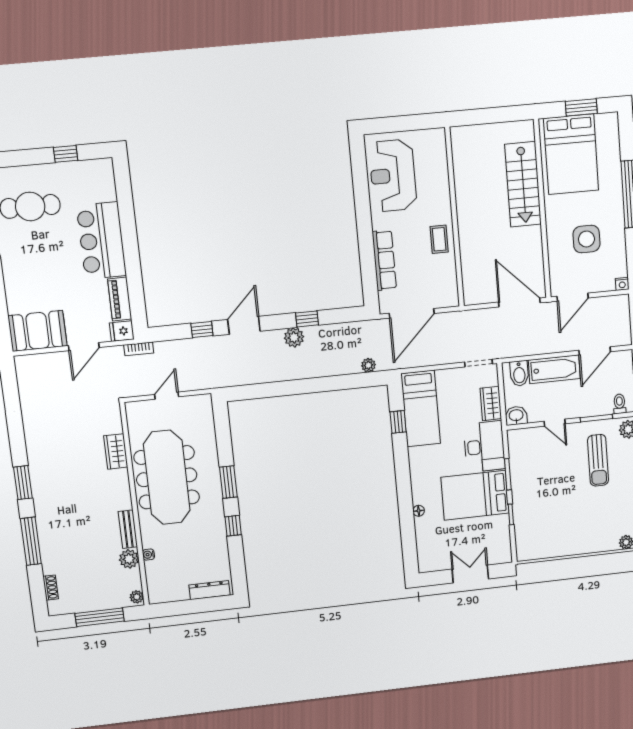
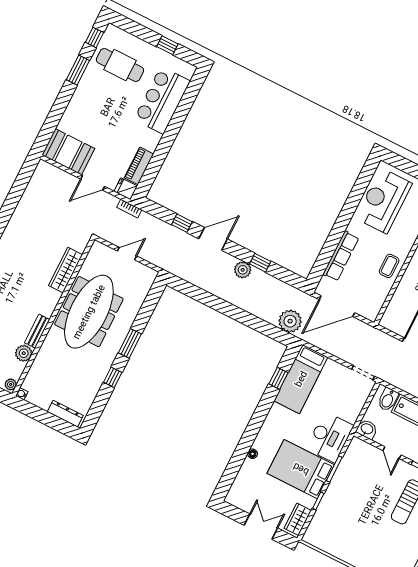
bar counter: (101, 241) -> (162, 100), moved
plant: (368, 365) -> (290, 321), width x1.87, depth x1.87
wardrobe: (491, 403) -> (298, 519), moved
wardrobe: (116, 451) -> (66, 270), width x1.50
water cooler: (148, 555) -> (22, 394), moved

